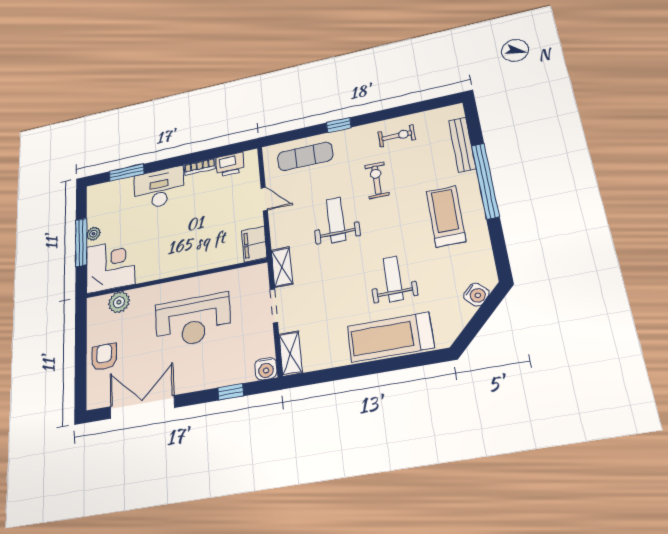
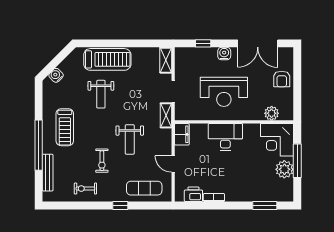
desk: (159, 188) -> (225, 137), moved, turned 180
plant: (93, 234) -> (284, 169), width x1.87, depth x1.87
reception desk: (193, 321) -> (224, 92), turned 180
water cooler: (266, 369) -> (224, 54), moved

